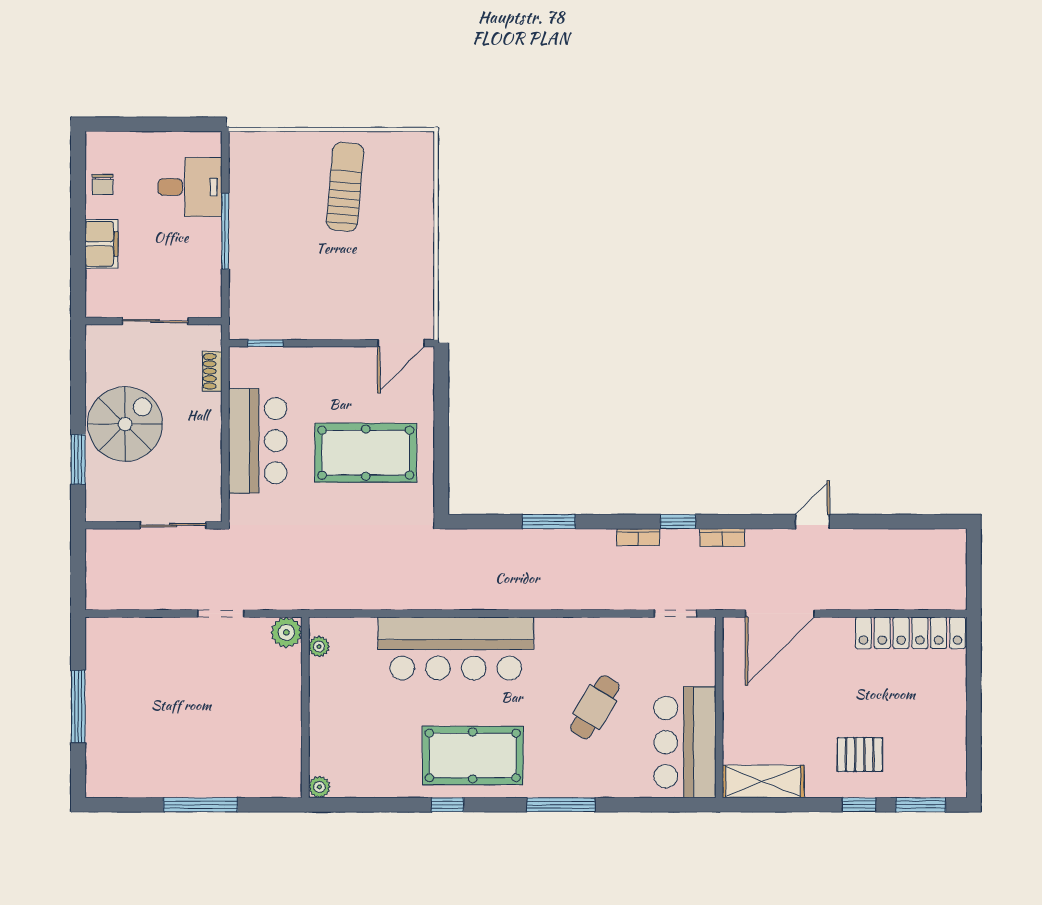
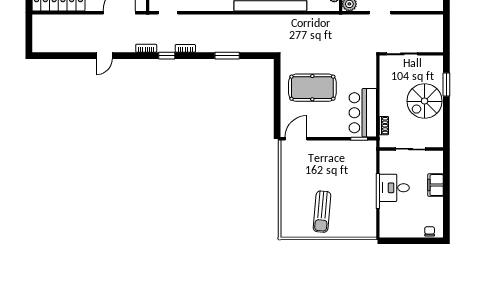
chair: (103, 185) -> (430, 231), moved
desk: (190, 187) -> (394, 188), moved
bar counter: (258, 441) -> (363, 113), moved

